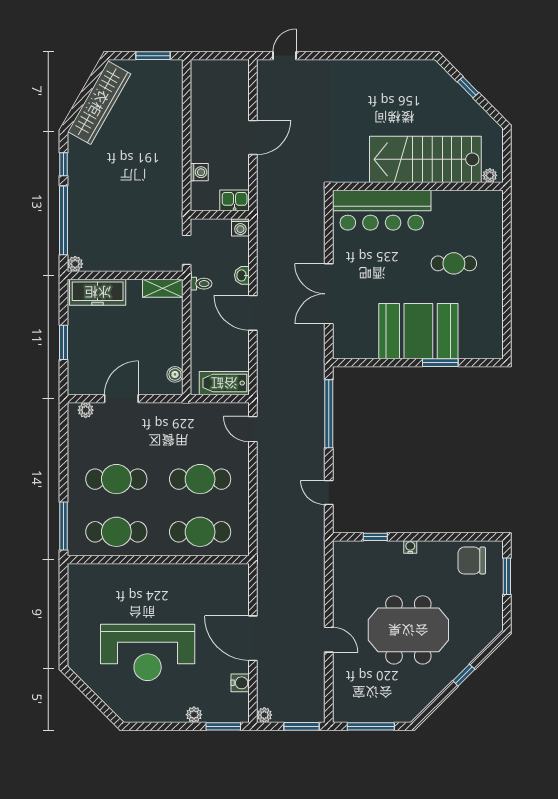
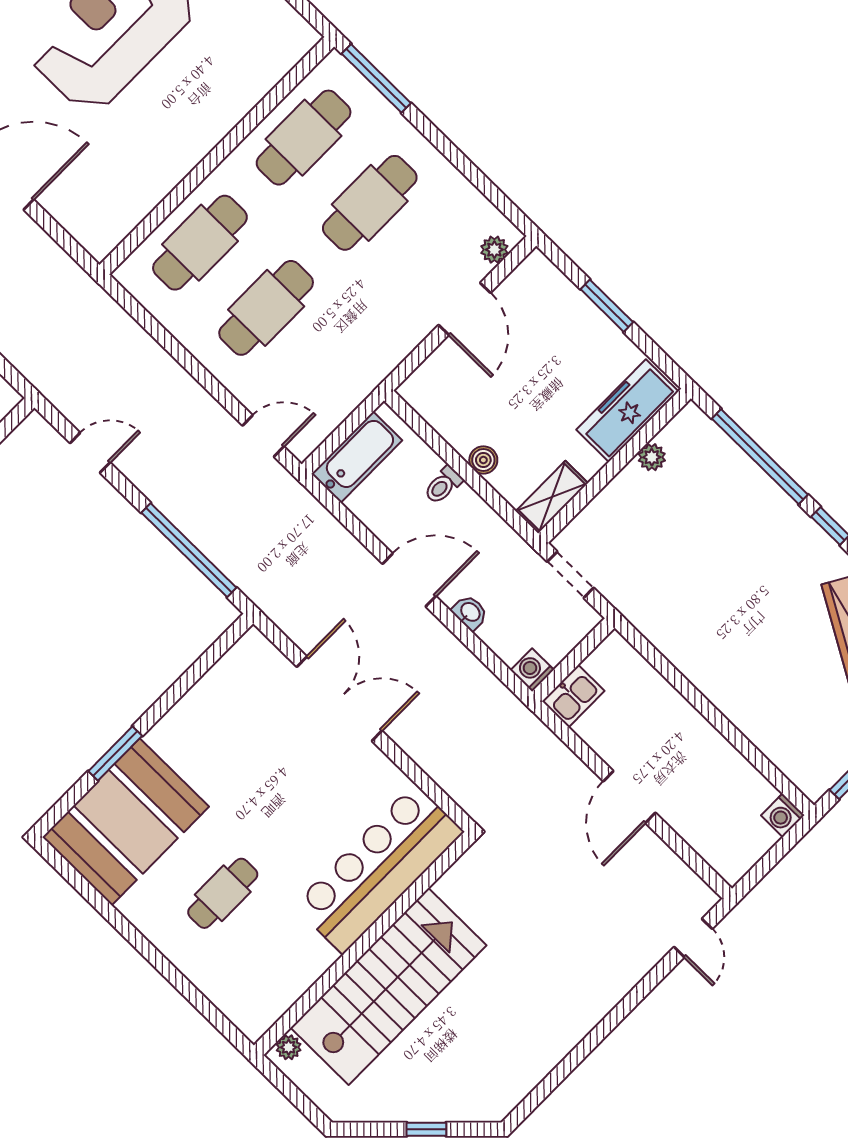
washing machine: (199, 172) -> (783, 815), moved
plant: (75, 264) -> (652, 457), moved
toilet: (201, 284) -> (443, 485), moved
booth: (418, 331) -> (126, 822), moved
boiler: (175, 374) -> (483, 460), moved

